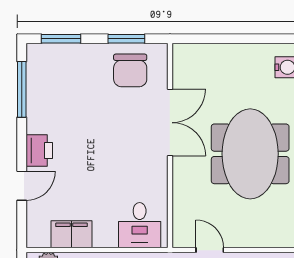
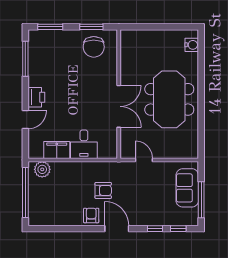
double door: (170, 123) -> (119, 106), moved
desk: (140, 225) -> (84, 144), moved

